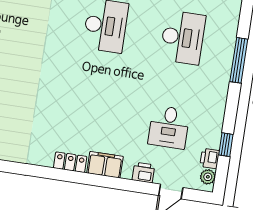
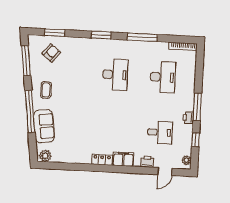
window: (239, 60) -> (197, 107), moved
desk: (169, 127) -> (160, 132), turned -90
printer: (210, 159) -> (188, 118), moved

